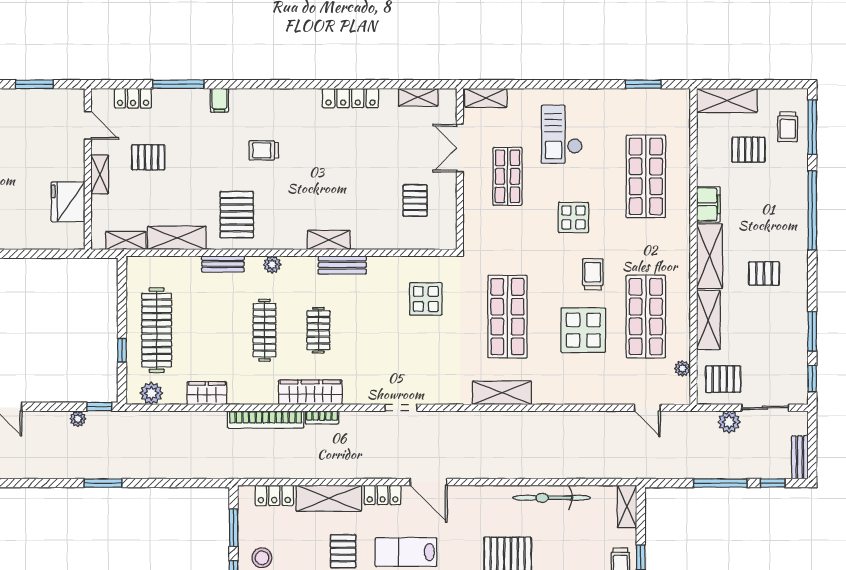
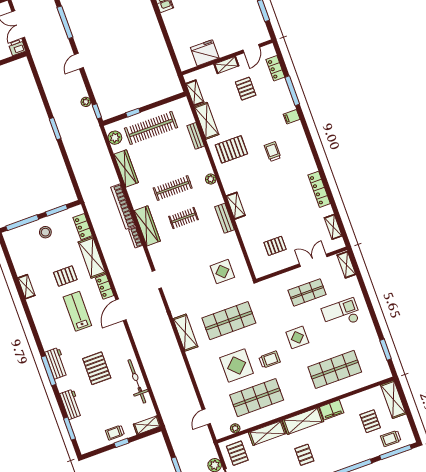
bench: (223, 264) -> (196, 136), moved
wardrobe: (207, 393) -> (126, 168), width x1.50

